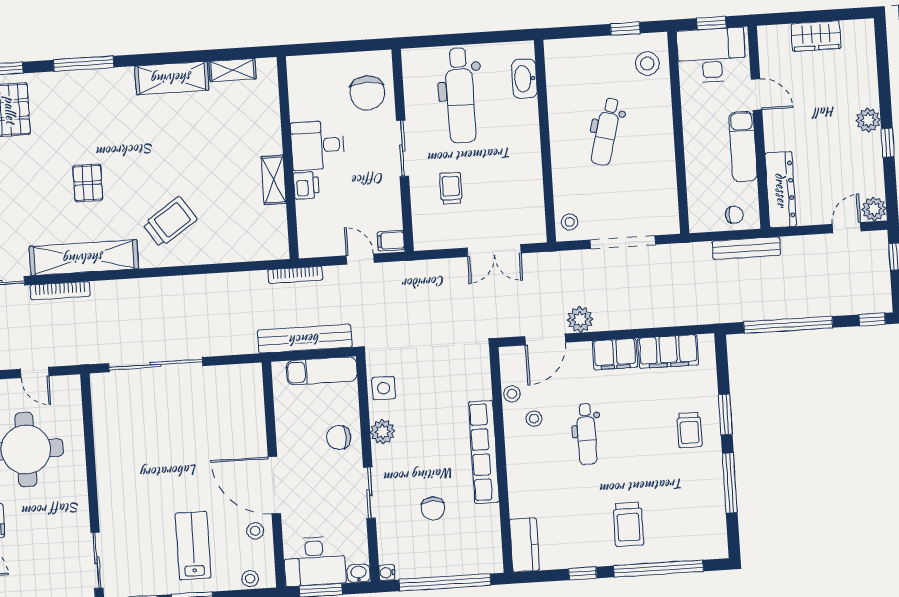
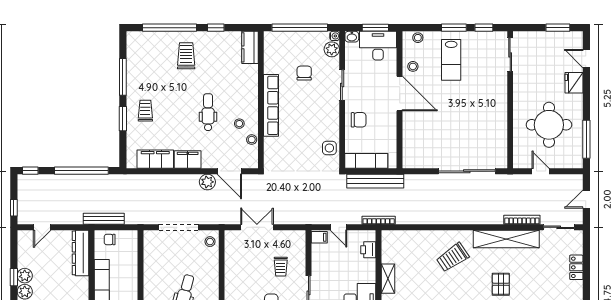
printer: (306, 185) -> (368, 250), moved
plant: (874, 209) -> (25, 276), moved
door: (545, 339) -> (229, 171), swing flipped
plant: (383, 432) -> (332, 49), moved

